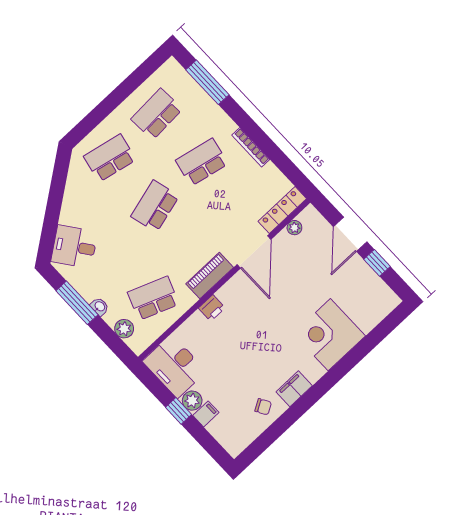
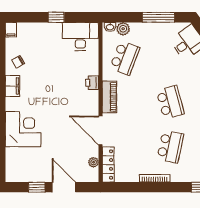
washbasin: (100, 307) -> (110, 27), moved
plant: (192, 401) -> (55, 29), removed
filing cabinet: (206, 414) -> (11, 30), moved

